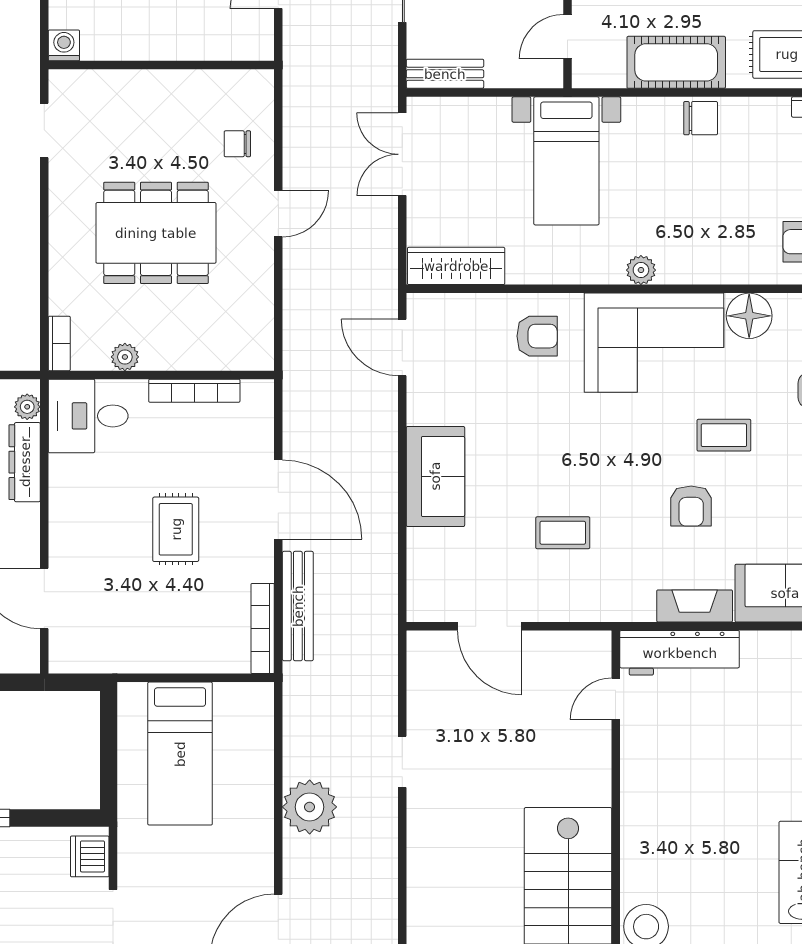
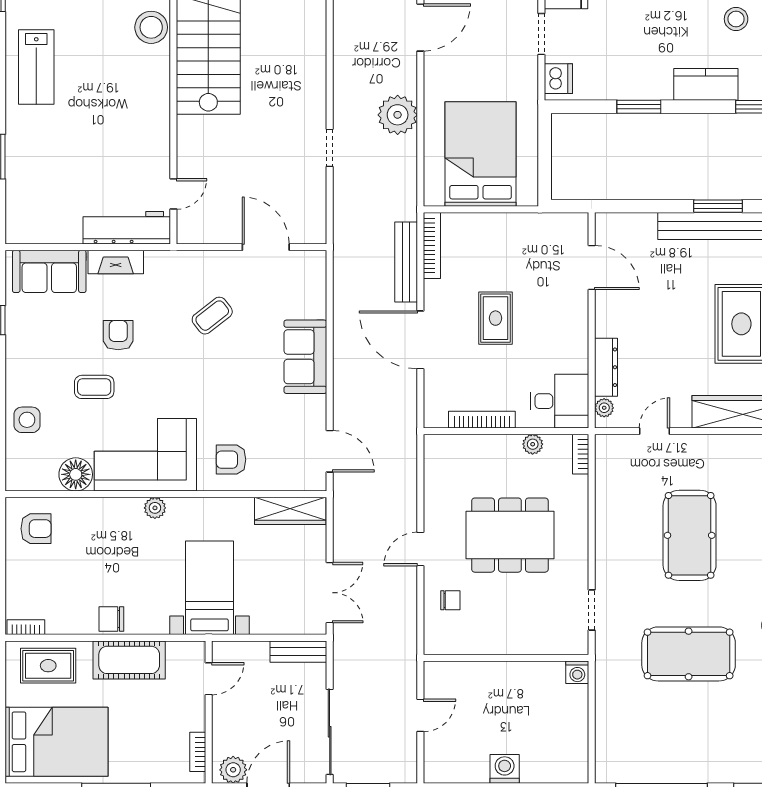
coffee table: (563, 533) -> (212, 316), turned -38
bed: (180, 754) -> (481, 154), width x1.50

